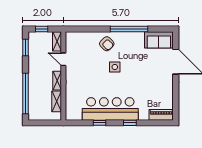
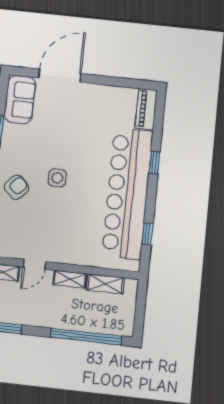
bar counter: (110, 109) -> (128, 193), width x1.36
window: (99, 123) -> (147, 234), moved

